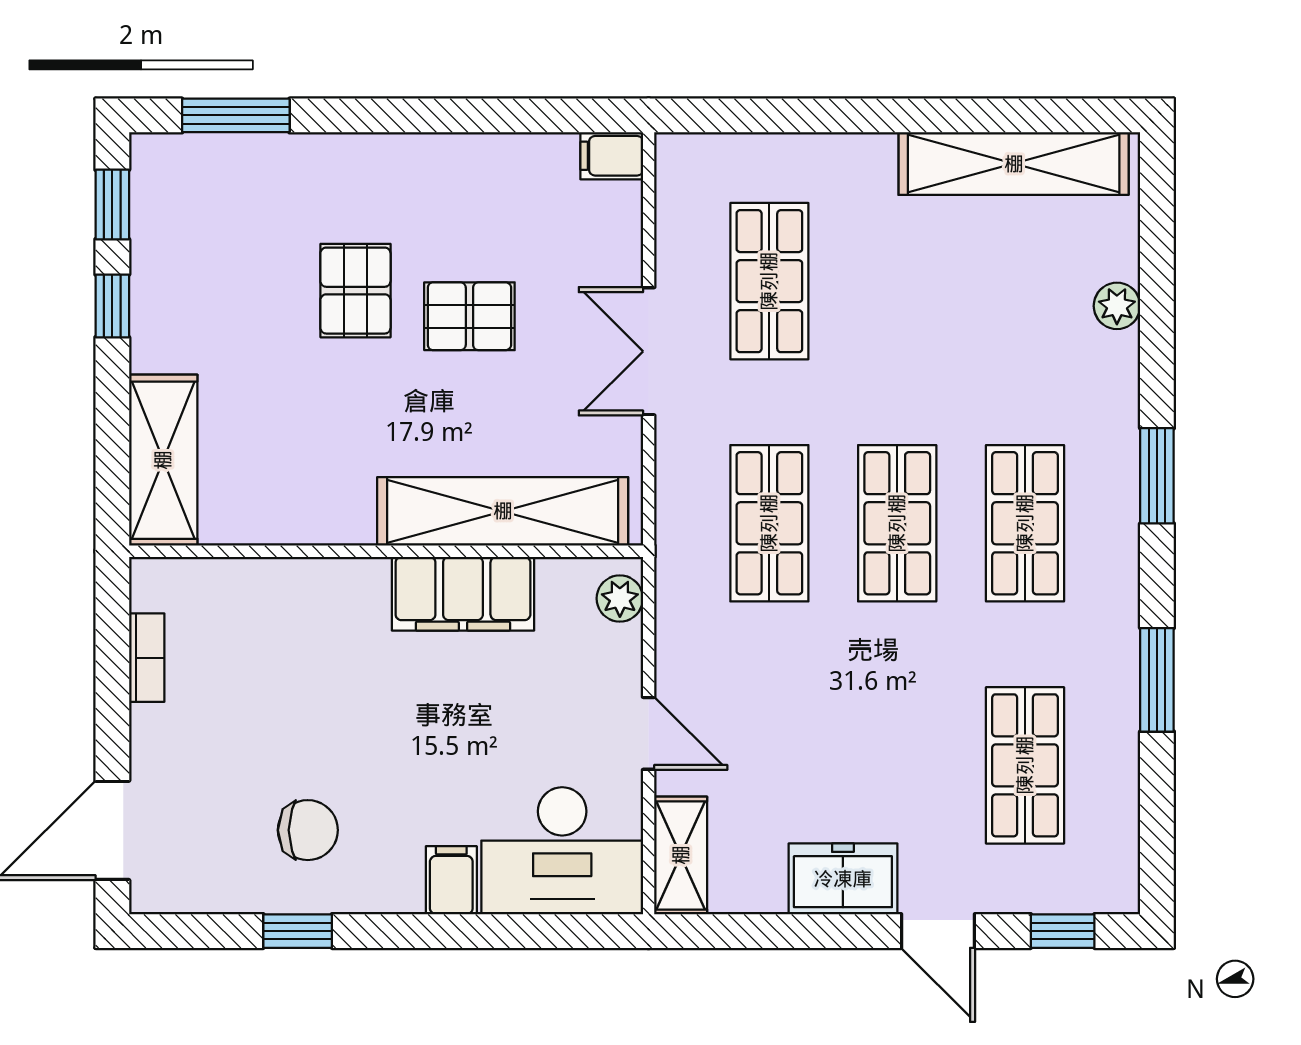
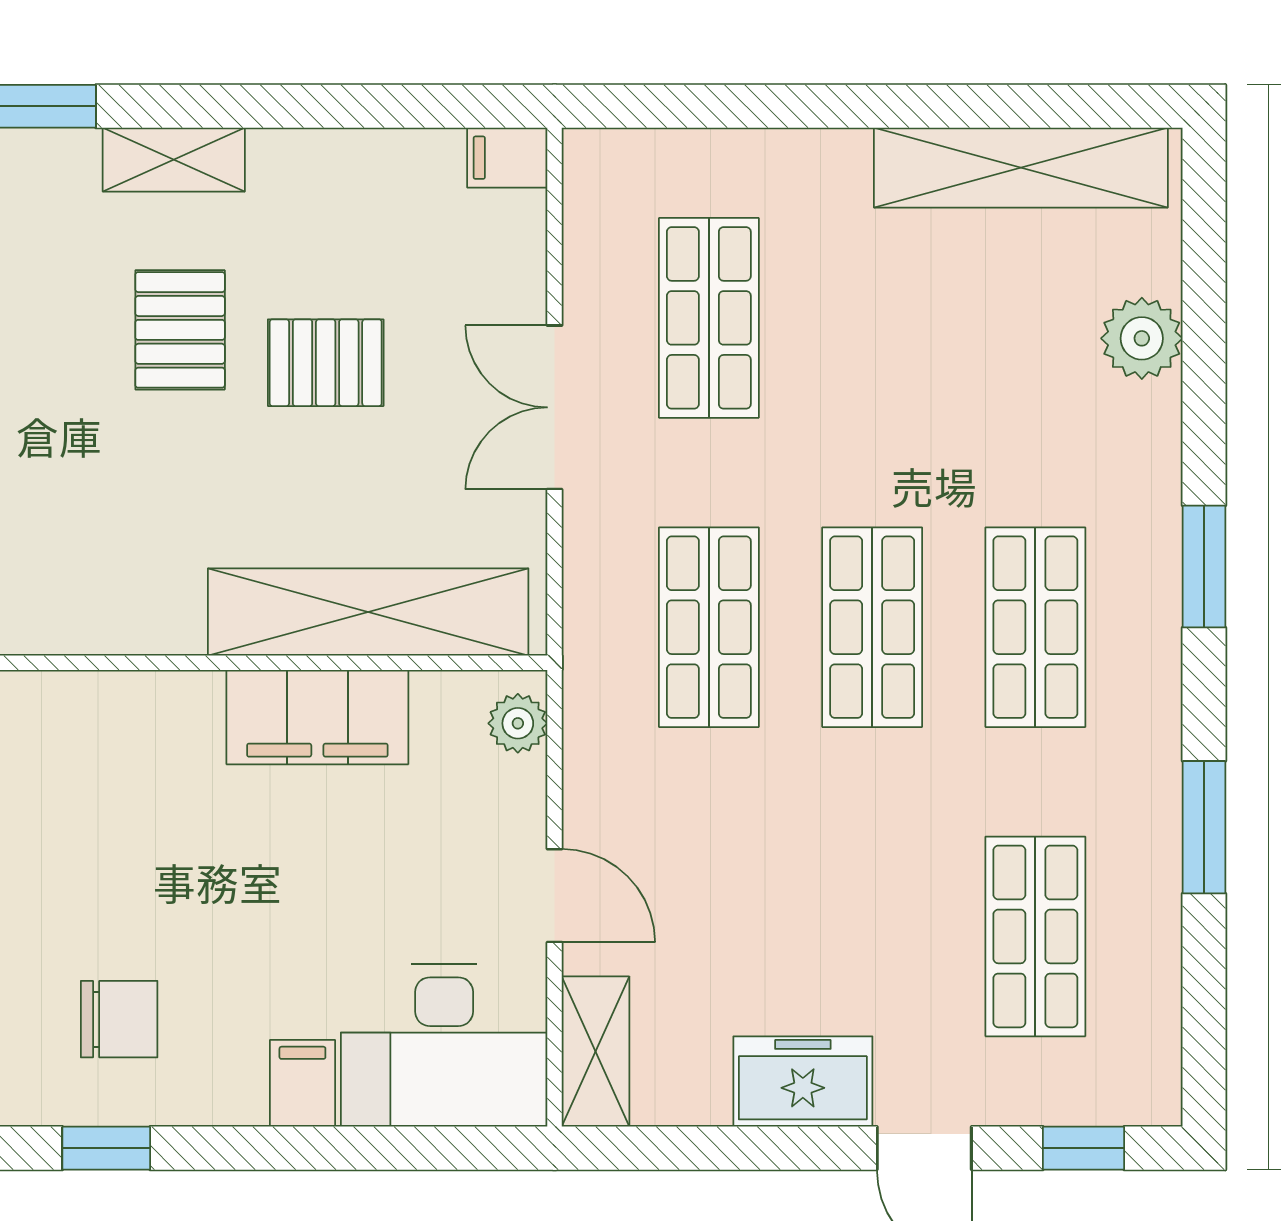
shelving: (351, 157) -> (174, 160), added
plant: (1117, 306) -> (1142, 338), width x1.38, depth x1.38

